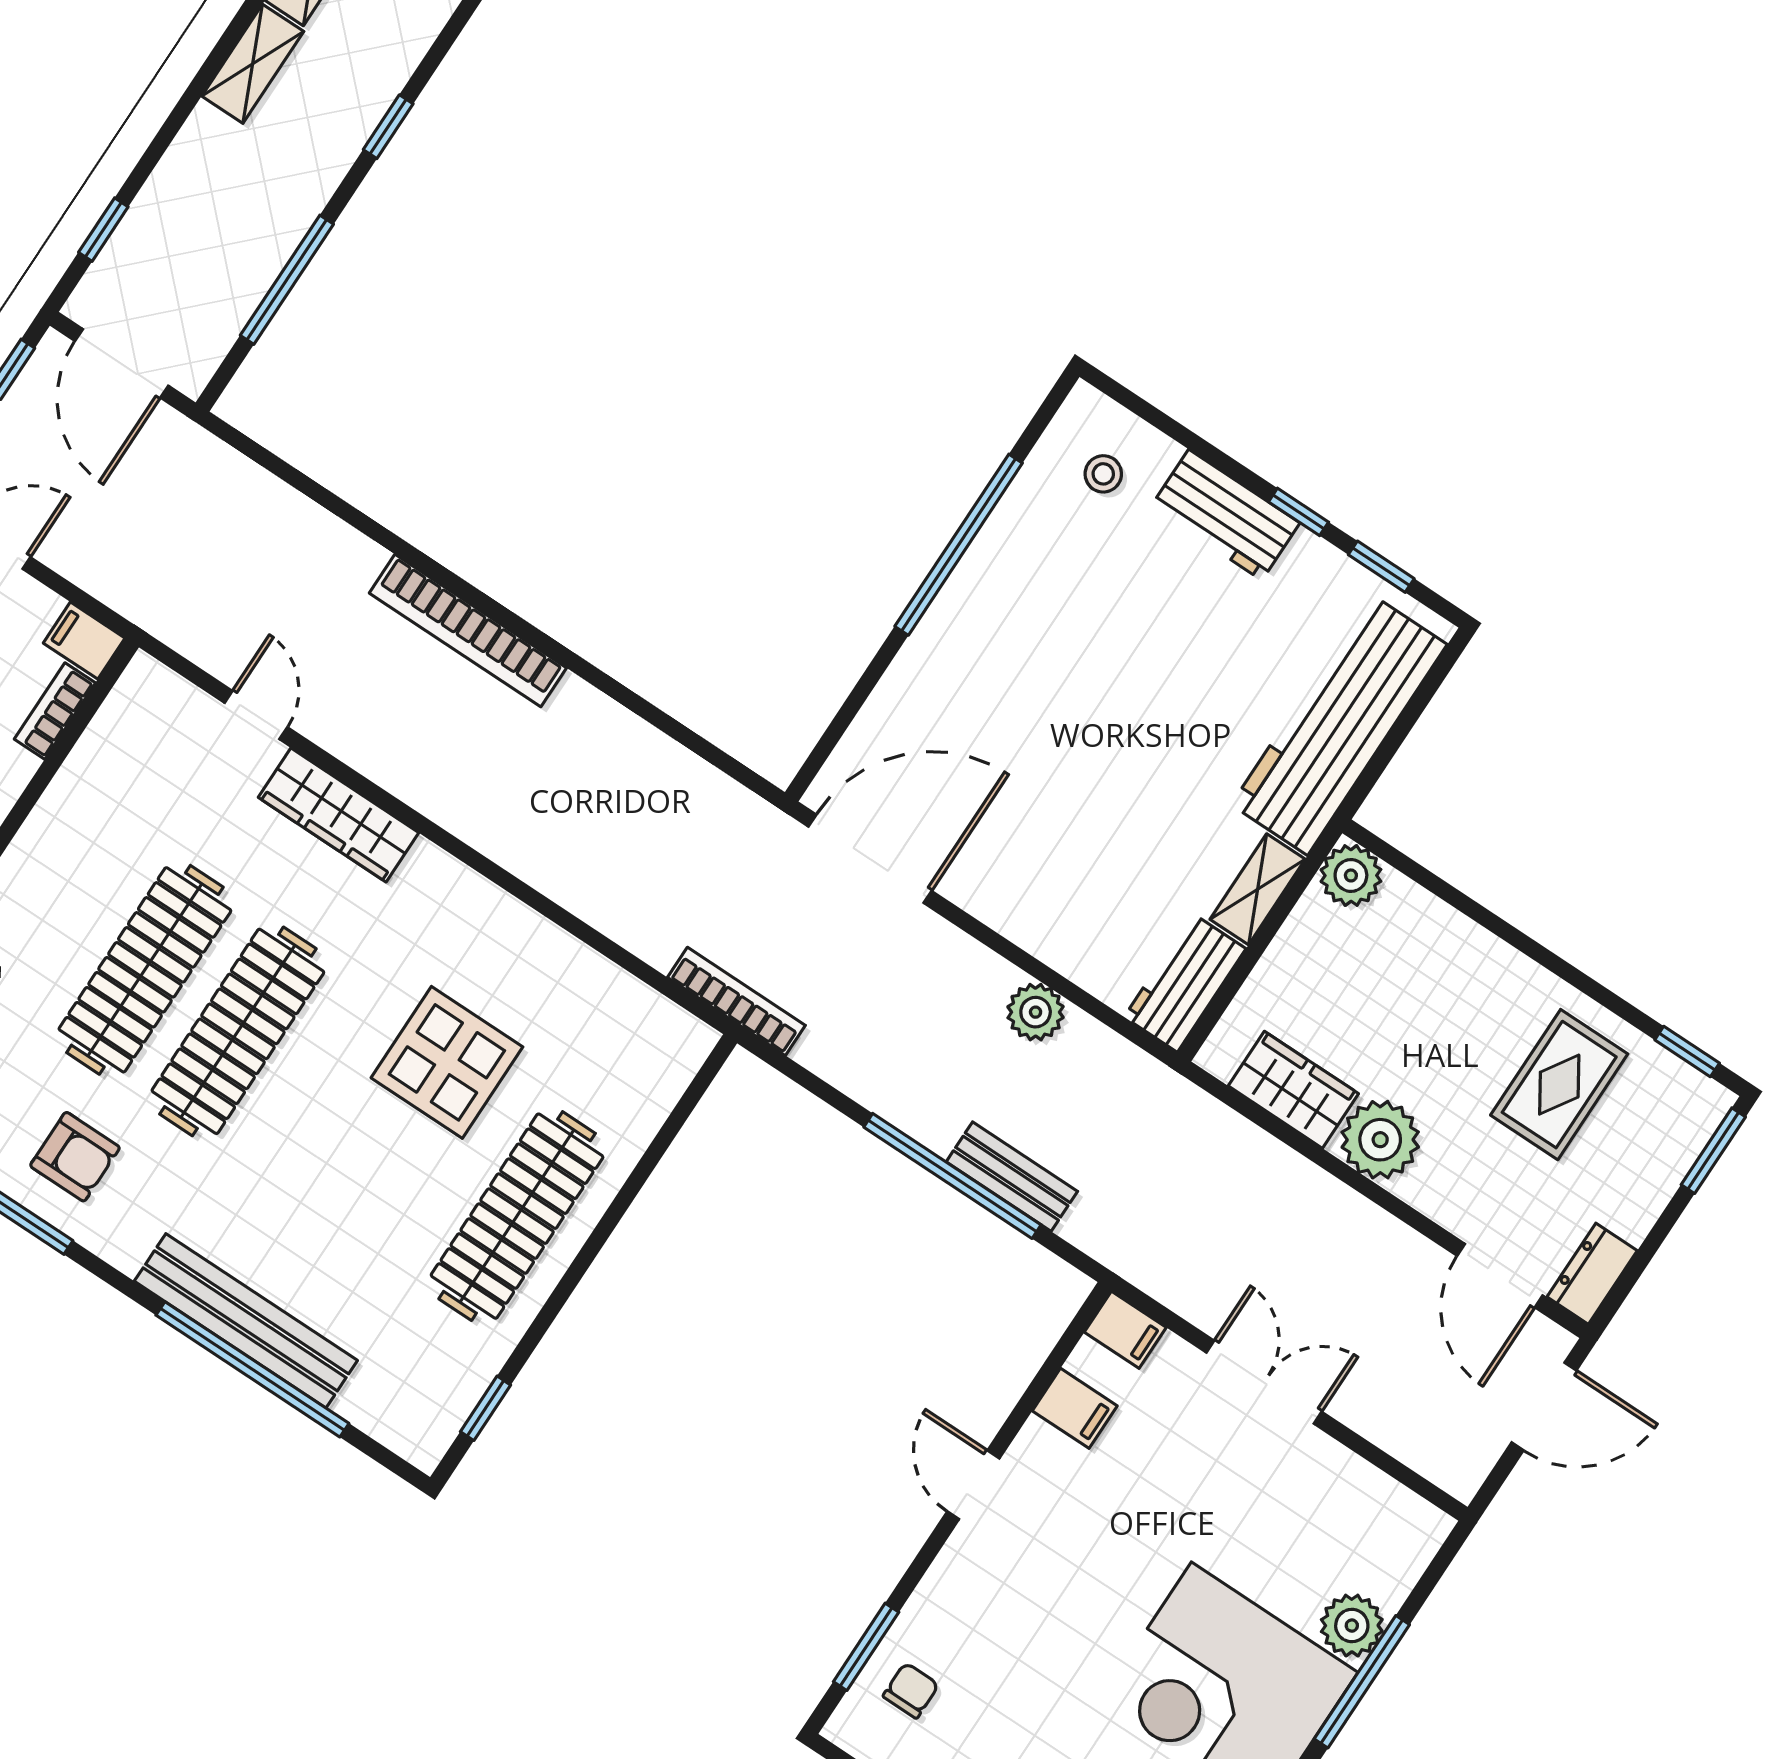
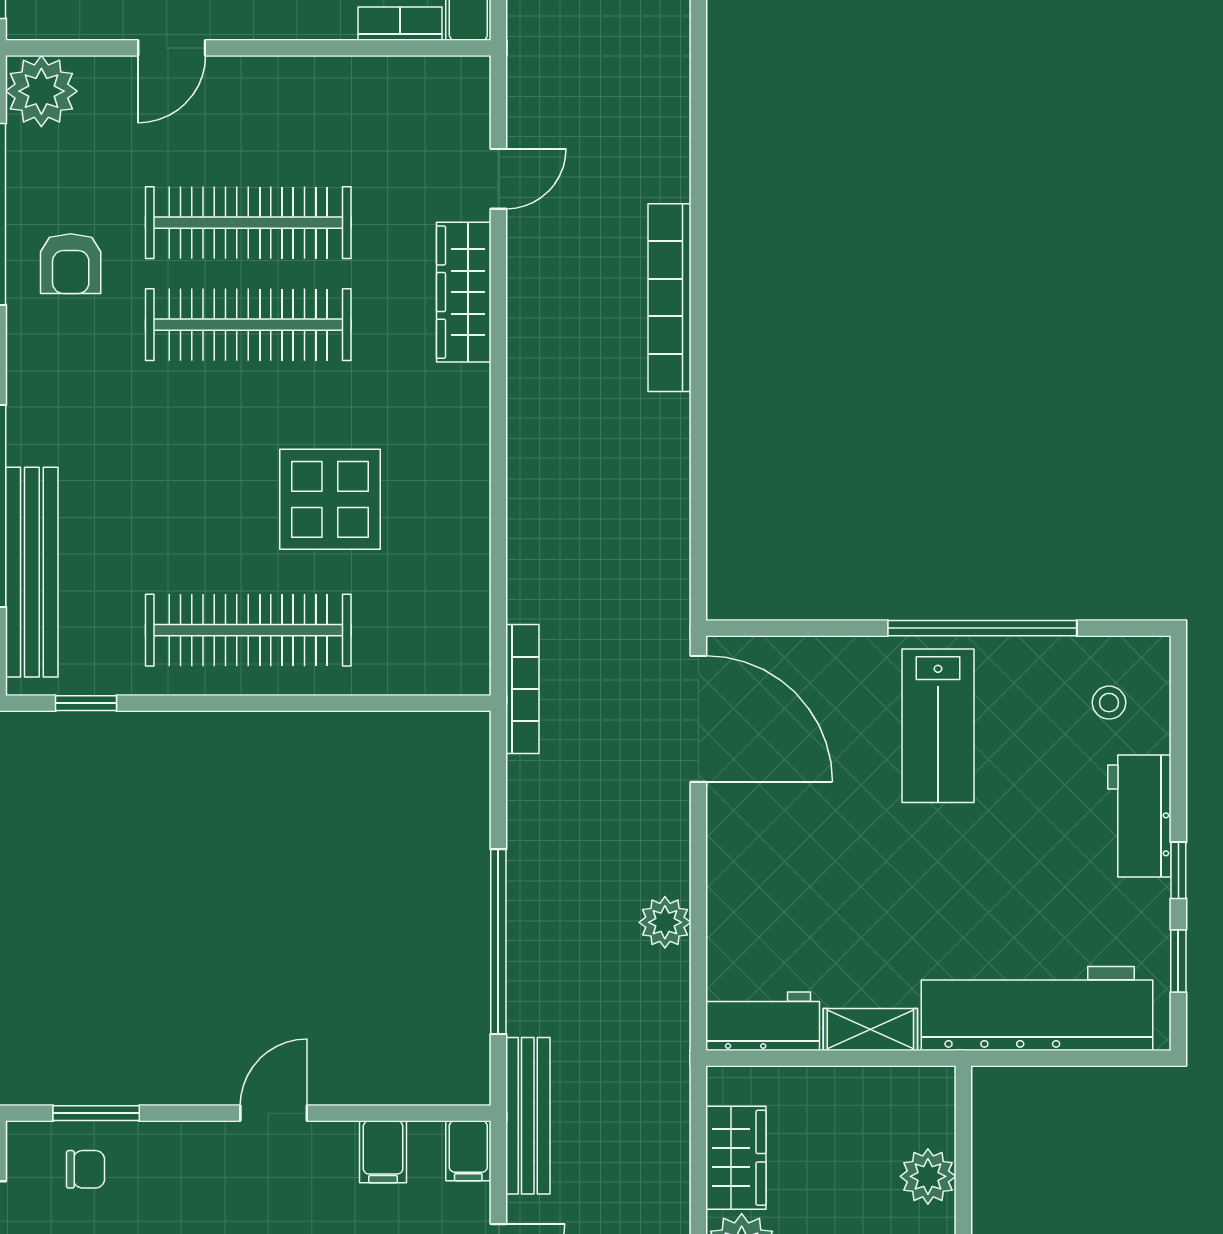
lab bench: (1021, 644) -> (938, 726), added
plant: (1351, 875) -> (928, 1176), moved
bench: (1012, 1177) -> (528, 1116), moved, width x1.36
bench: (246, 1321) -> (32, 572), moved

